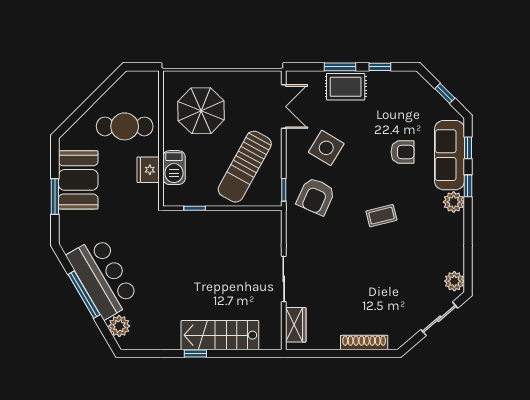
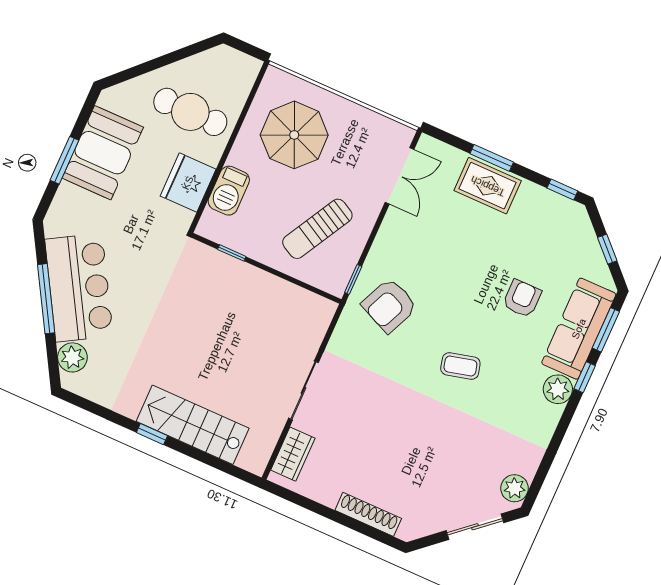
window: (380, 67) -> (562, 189), moved
side table: (326, 148) -> (429, 251), removed
window: (468, 148) -> (606, 330), width x1.50
armchair: (402, 152) -> (522, 299), turned -90
sun lounger: (245, 167) -> (317, 229), width x0.73, depth x0.75
fridge: (148, 170) -> (188, 183), width x1.36, depth x1.34

